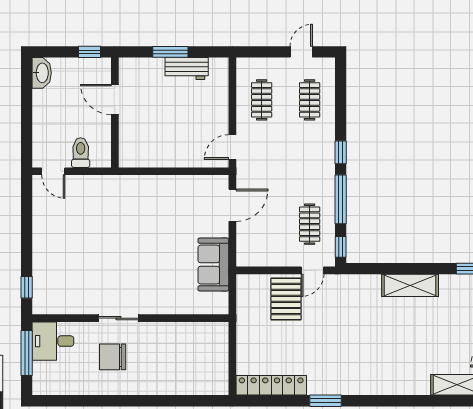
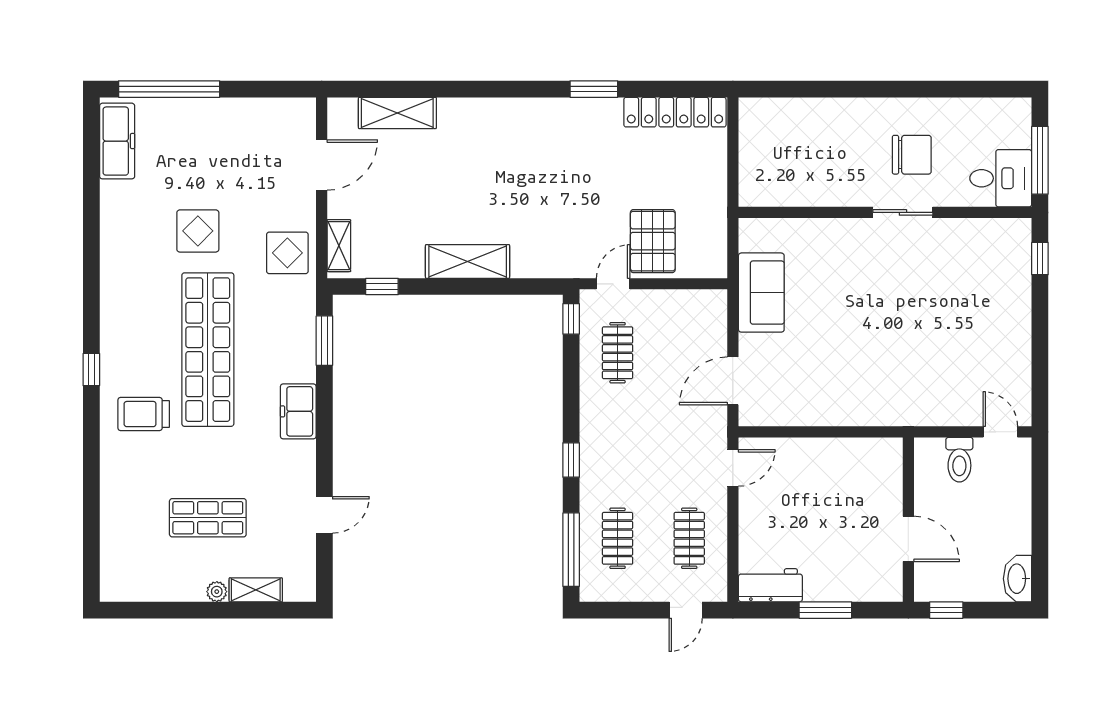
door: (301, 52) -> (686, 610), moved
workbench: (187, 68) -> (770, 585), moved
window: (341, 199) -> (571, 550), moved

